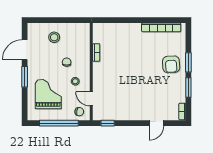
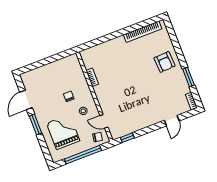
stool: (54, 37) -> (49, 78), removed
window: (188, 62) -> (180, 54), removed

